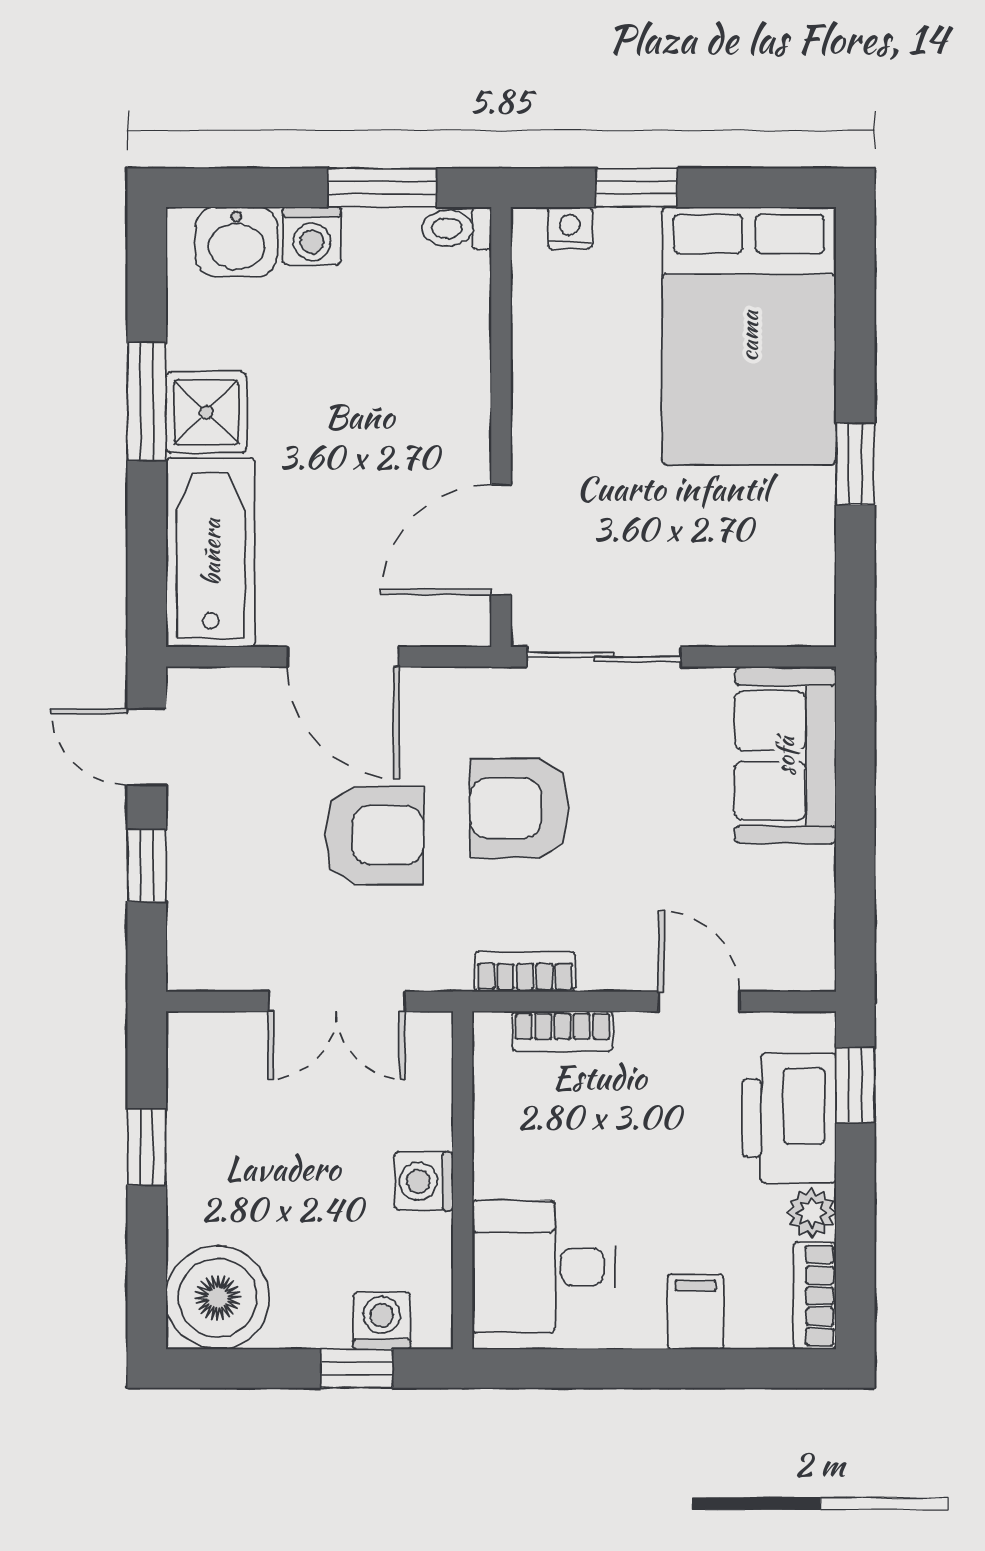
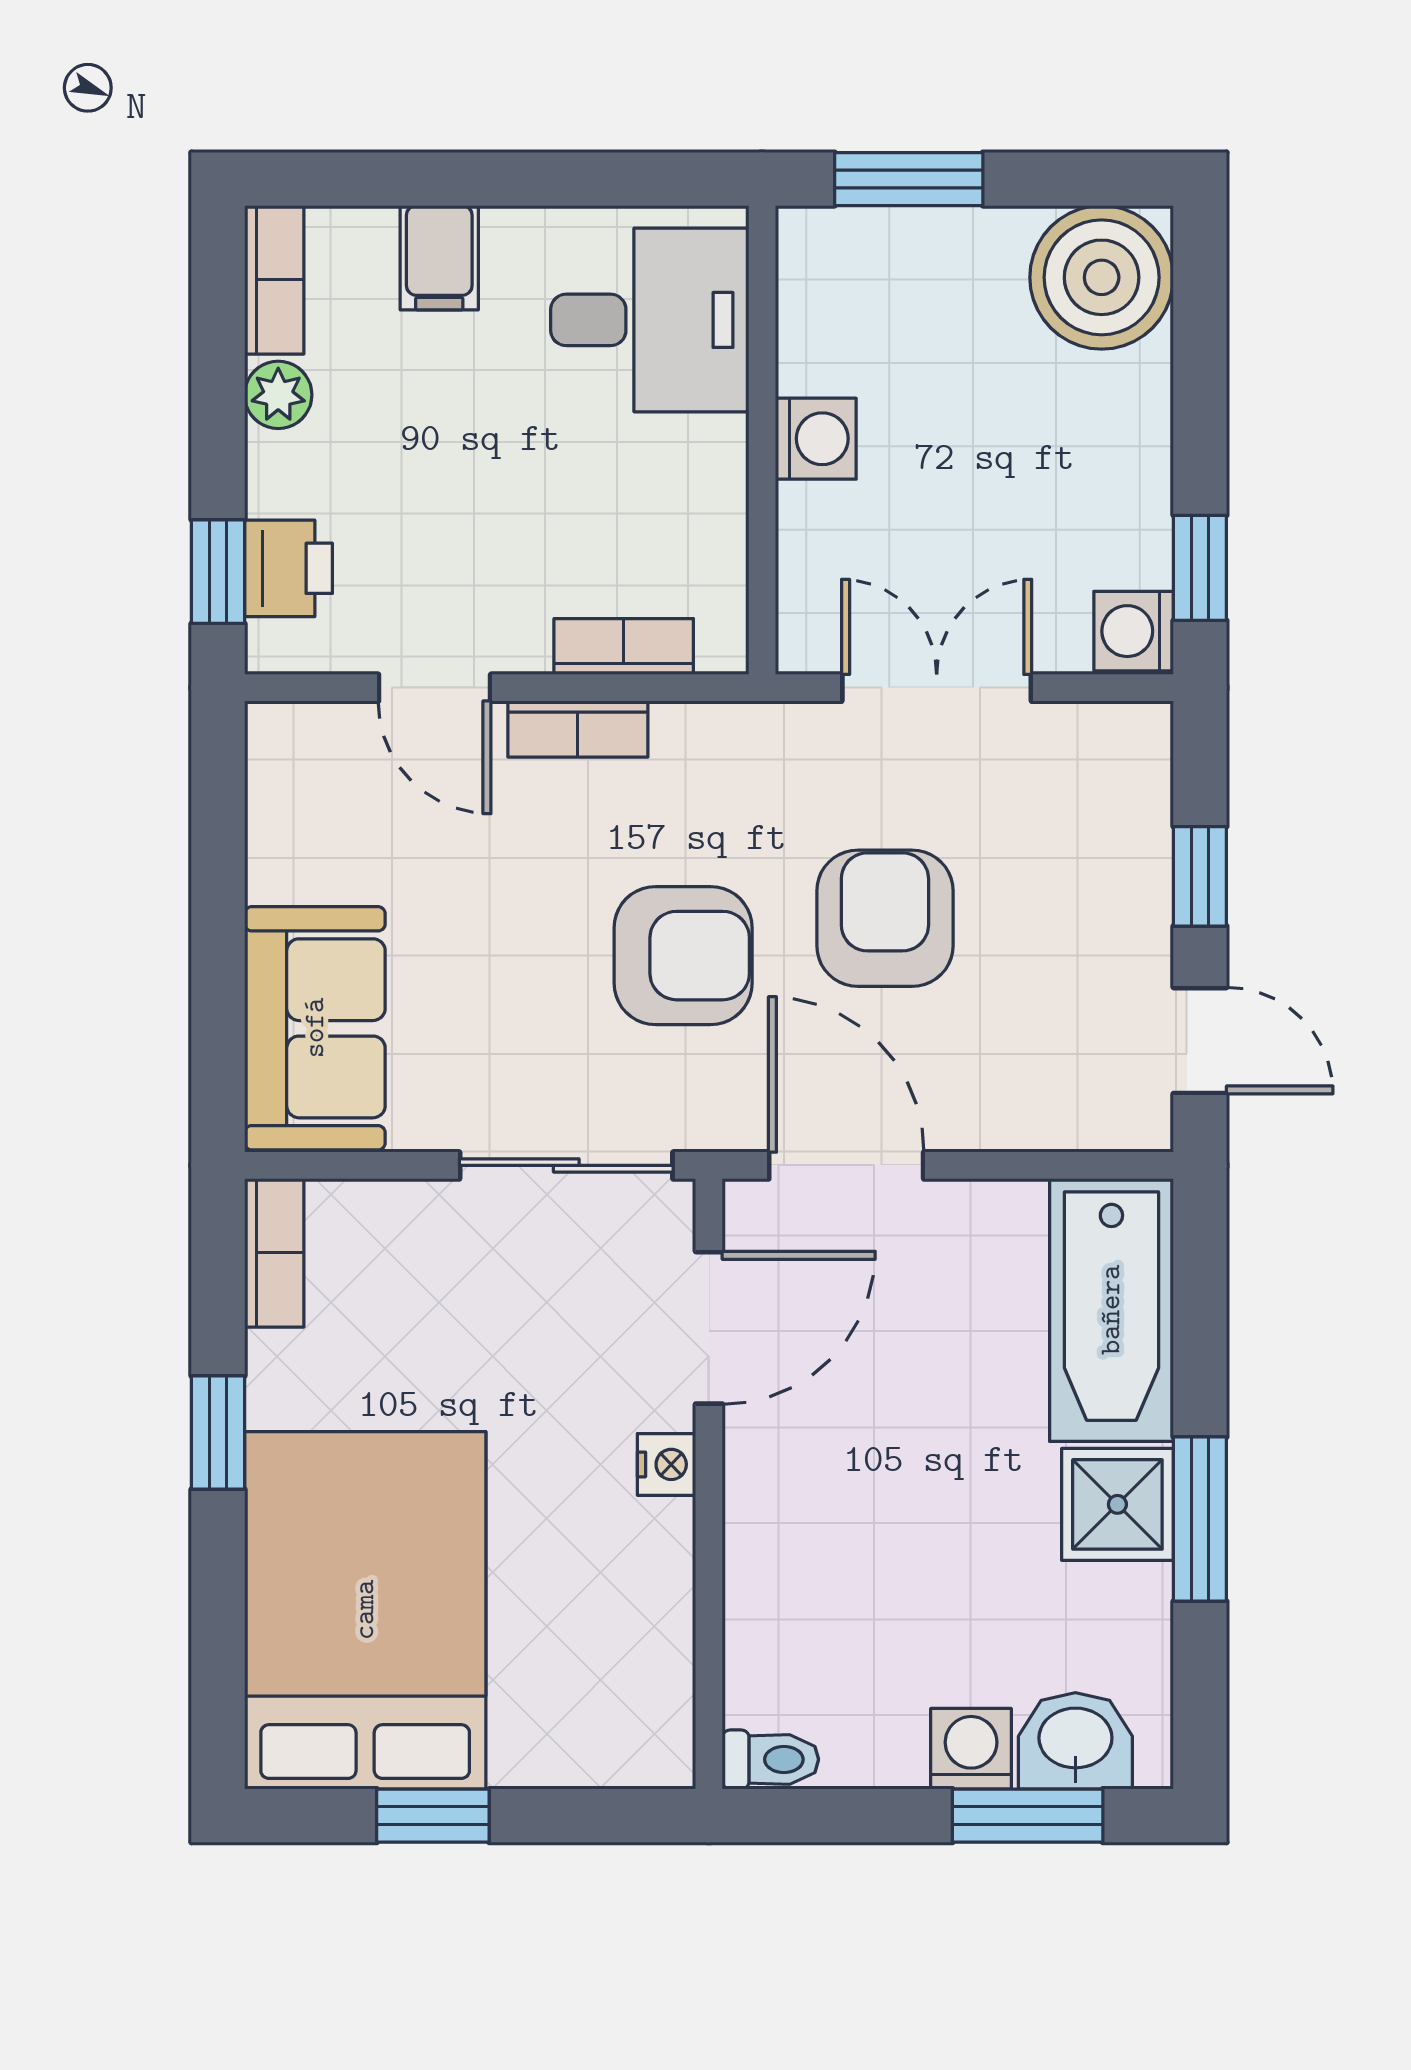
window: (382, 188) -> (1028, 1816), moved
window: (637, 188) -> (433, 1816), moved
nightstand: (570, 228) -> (667, 1464), moved, turned -90
bookcase: (815, 594) -> (274, 1253), added
door: (343, 657) -> (846, 1165), moved
armchair: (374, 835) -> (885, 918), turned 90
bookcase: (525, 972) -> (578, 729), moved
printer: (789, 1118) -> (288, 568), width x0.53, depth x0.68
window: (147, 1147) -> (1200, 568), moved
washing machine: (382, 1321) -> (1134, 631), moved, turned 90
window: (357, 1369) -> (909, 179), width x1.50

